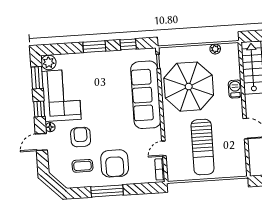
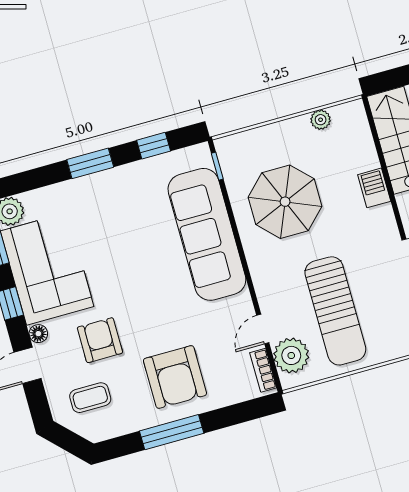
parasol: (189, 87) -> (285, 202), width x0.73, depth x0.73
plant: (176, 165) -> (291, 355), added
coffee table: (82, 166) -> (90, 398), moved

